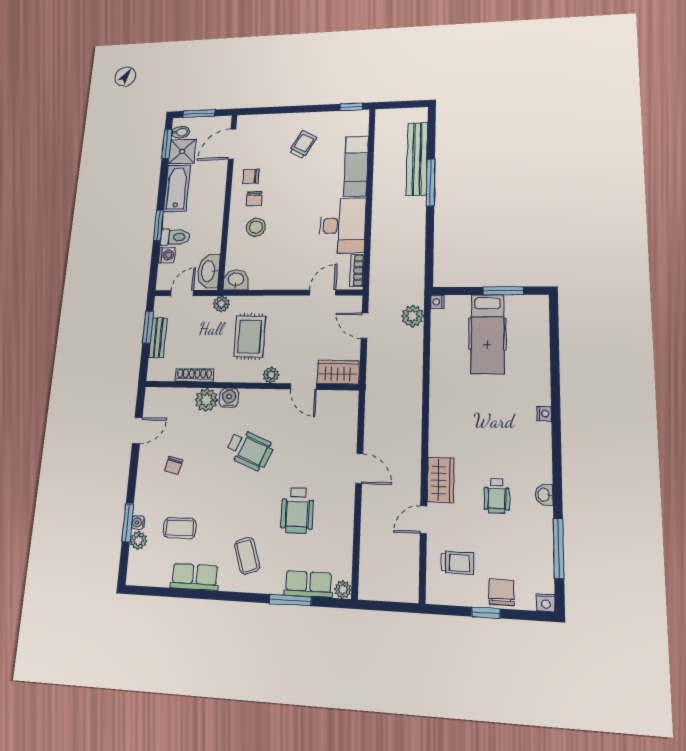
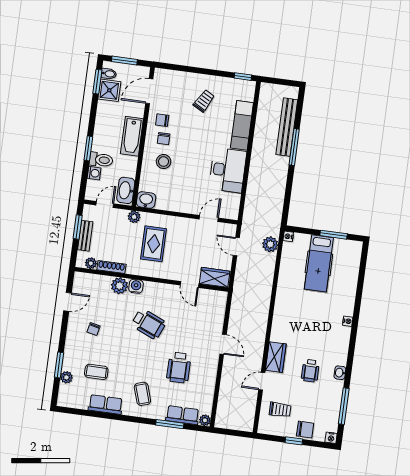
bathtub: (177, 188) -> (132, 136), moved, turned 180
bookcase: (357, 270) -> (235, 206), removed
plant: (271, 375) -> (91, 263), moved
water cooler: (138, 522) -> (66, 365), removed
chair: (502, 592) -> (305, 430), turned 90

